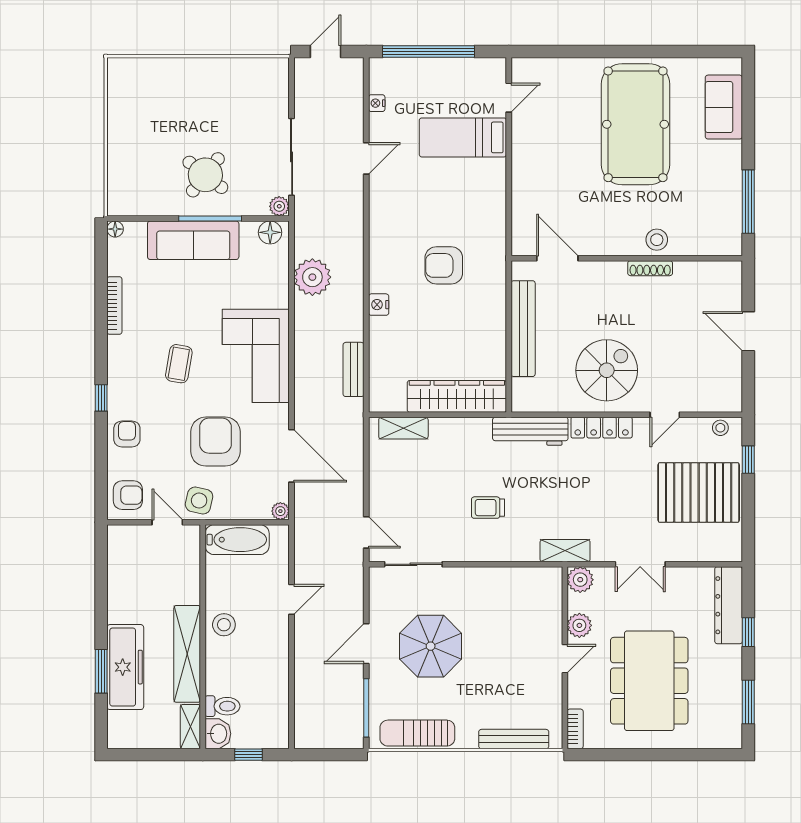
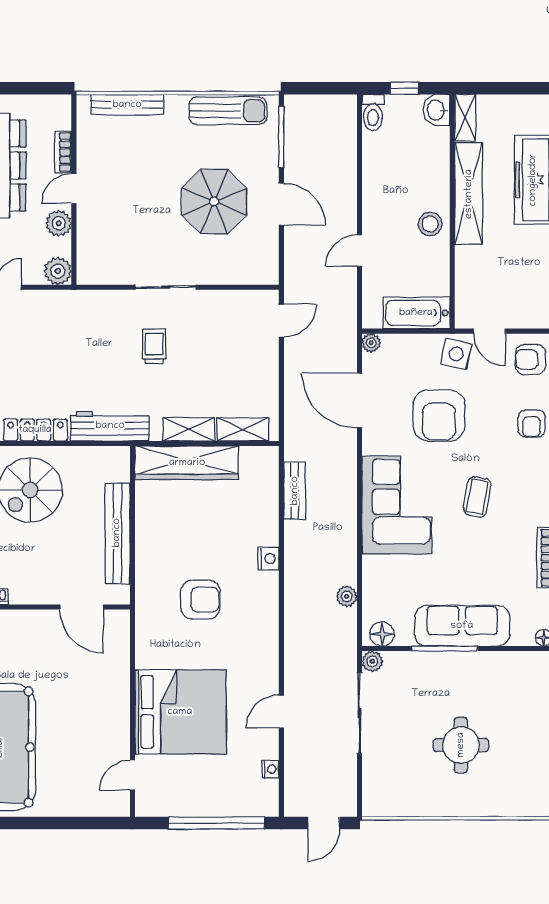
bed: (463, 137) -> (180, 712), width x2.04
round table: (205, 175) -> (461, 745), moved, turned -38
plant: (312, 277) -> (347, 596), width x0.53, depth x0.53
trolley: (488, 508) -> (154, 346), turned -90
door: (366, 532) -> (281, 321), swing flipped
shelving: (565, 551) -> (189, 429), moved
sliding door: (413, 564) -> (166, 287), moved
door: (366, 644) -> (281, 204), hinge flipped
toilet: (222, 706) -> (373, 112), moved, turned -90
bookcase: (575, 729) -> (63, 152), moved

